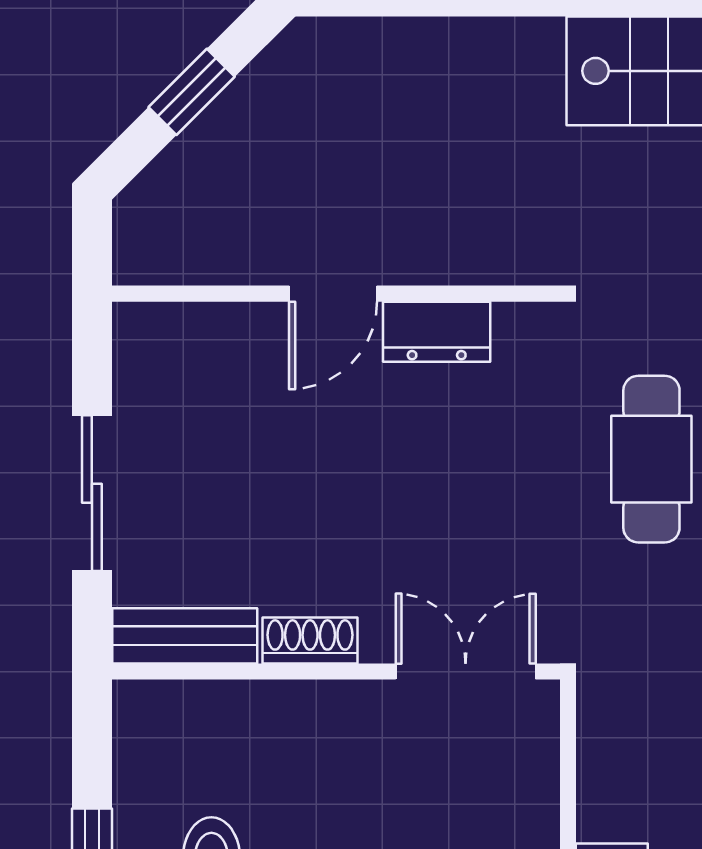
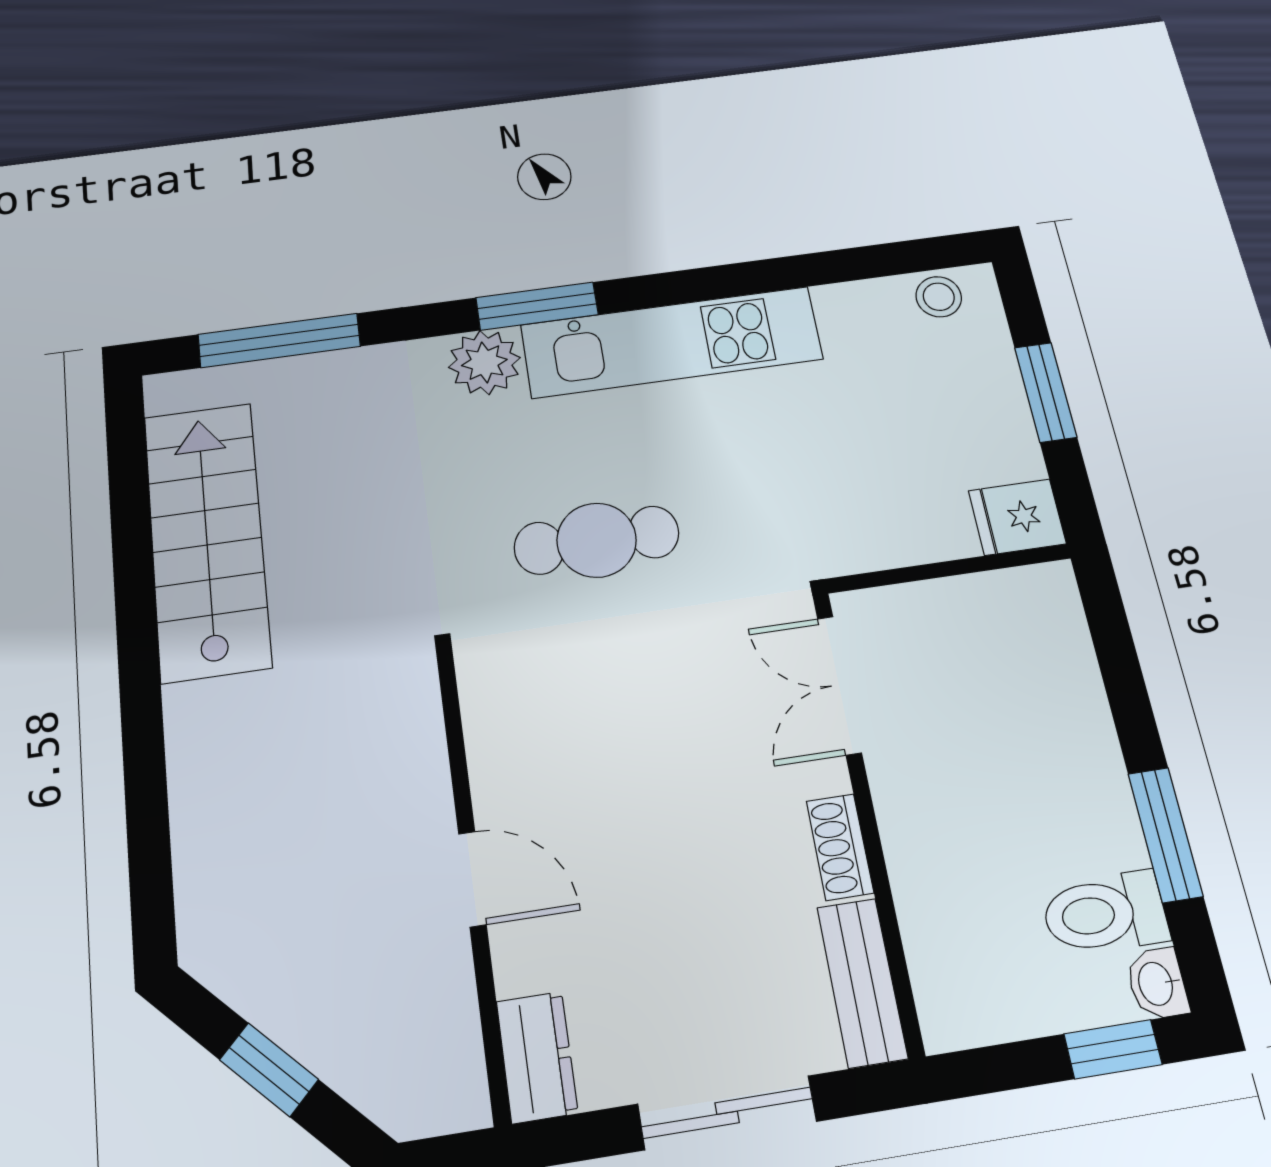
dresser: (437, 332) -> (537, 1057), moved

